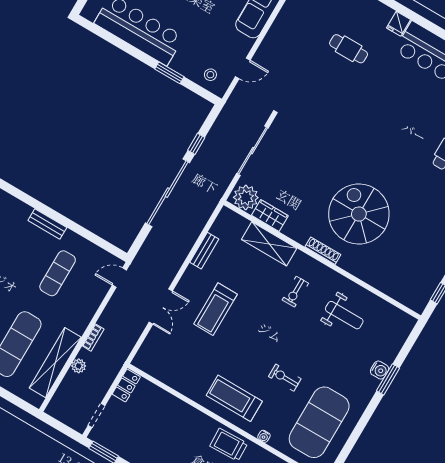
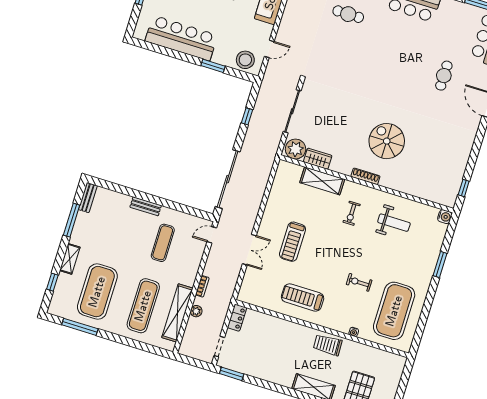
stool: (210, 75) -> (245, 60), width x1.89, depth x1.89
sliding door: (167, 193) -> (228, 179), moved
spiral stairs: (359, 214) -> (387, 141), width x0.73, depth x0.73
bench: (204, 251) -> (273, 198), removed
water cooler: (380, 370) -> (445, 217), moved
treadmill: (234, 398) -> (303, 297), moved

